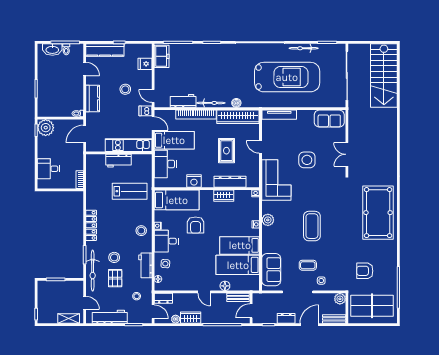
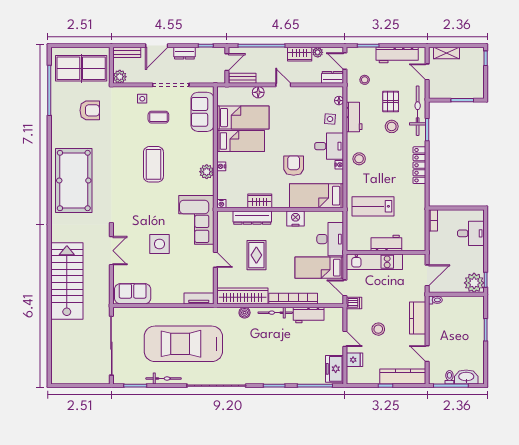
stairs: (384, 76) -> (67, 281), moved
door: (153, 96) -> (345, 339), moved
tv unit: (279, 115) -> (199, 299), width x0.71

